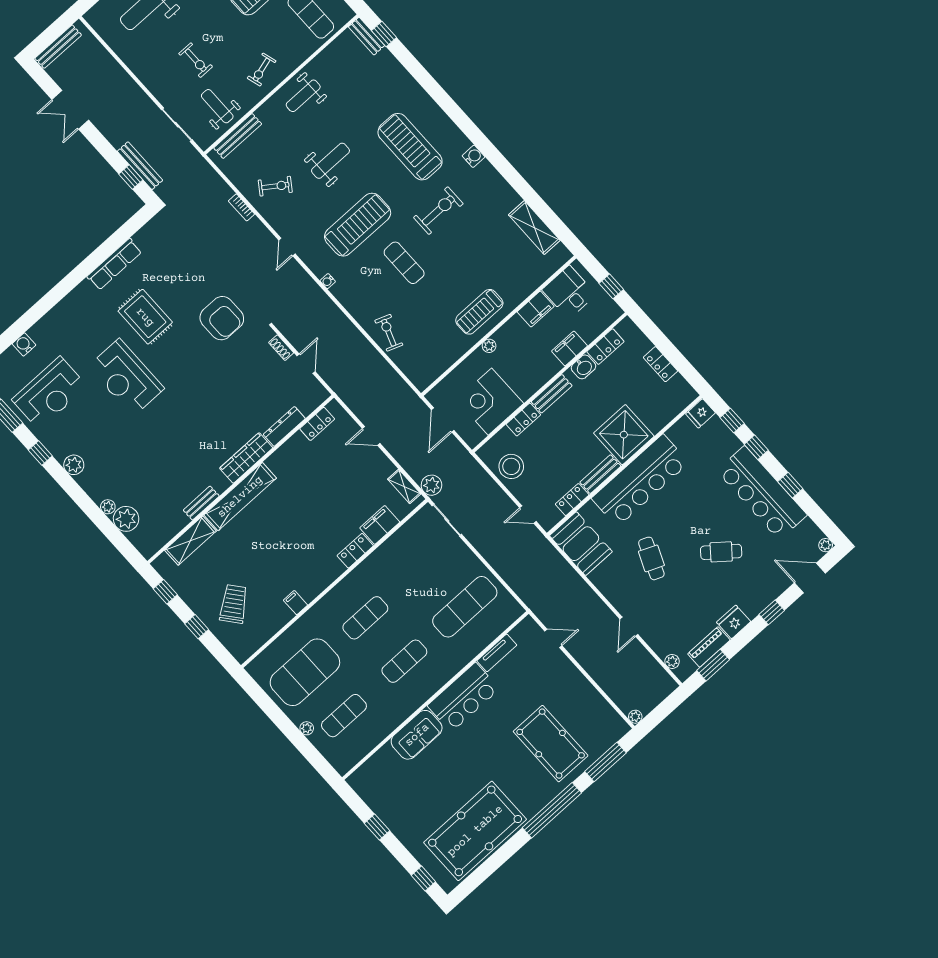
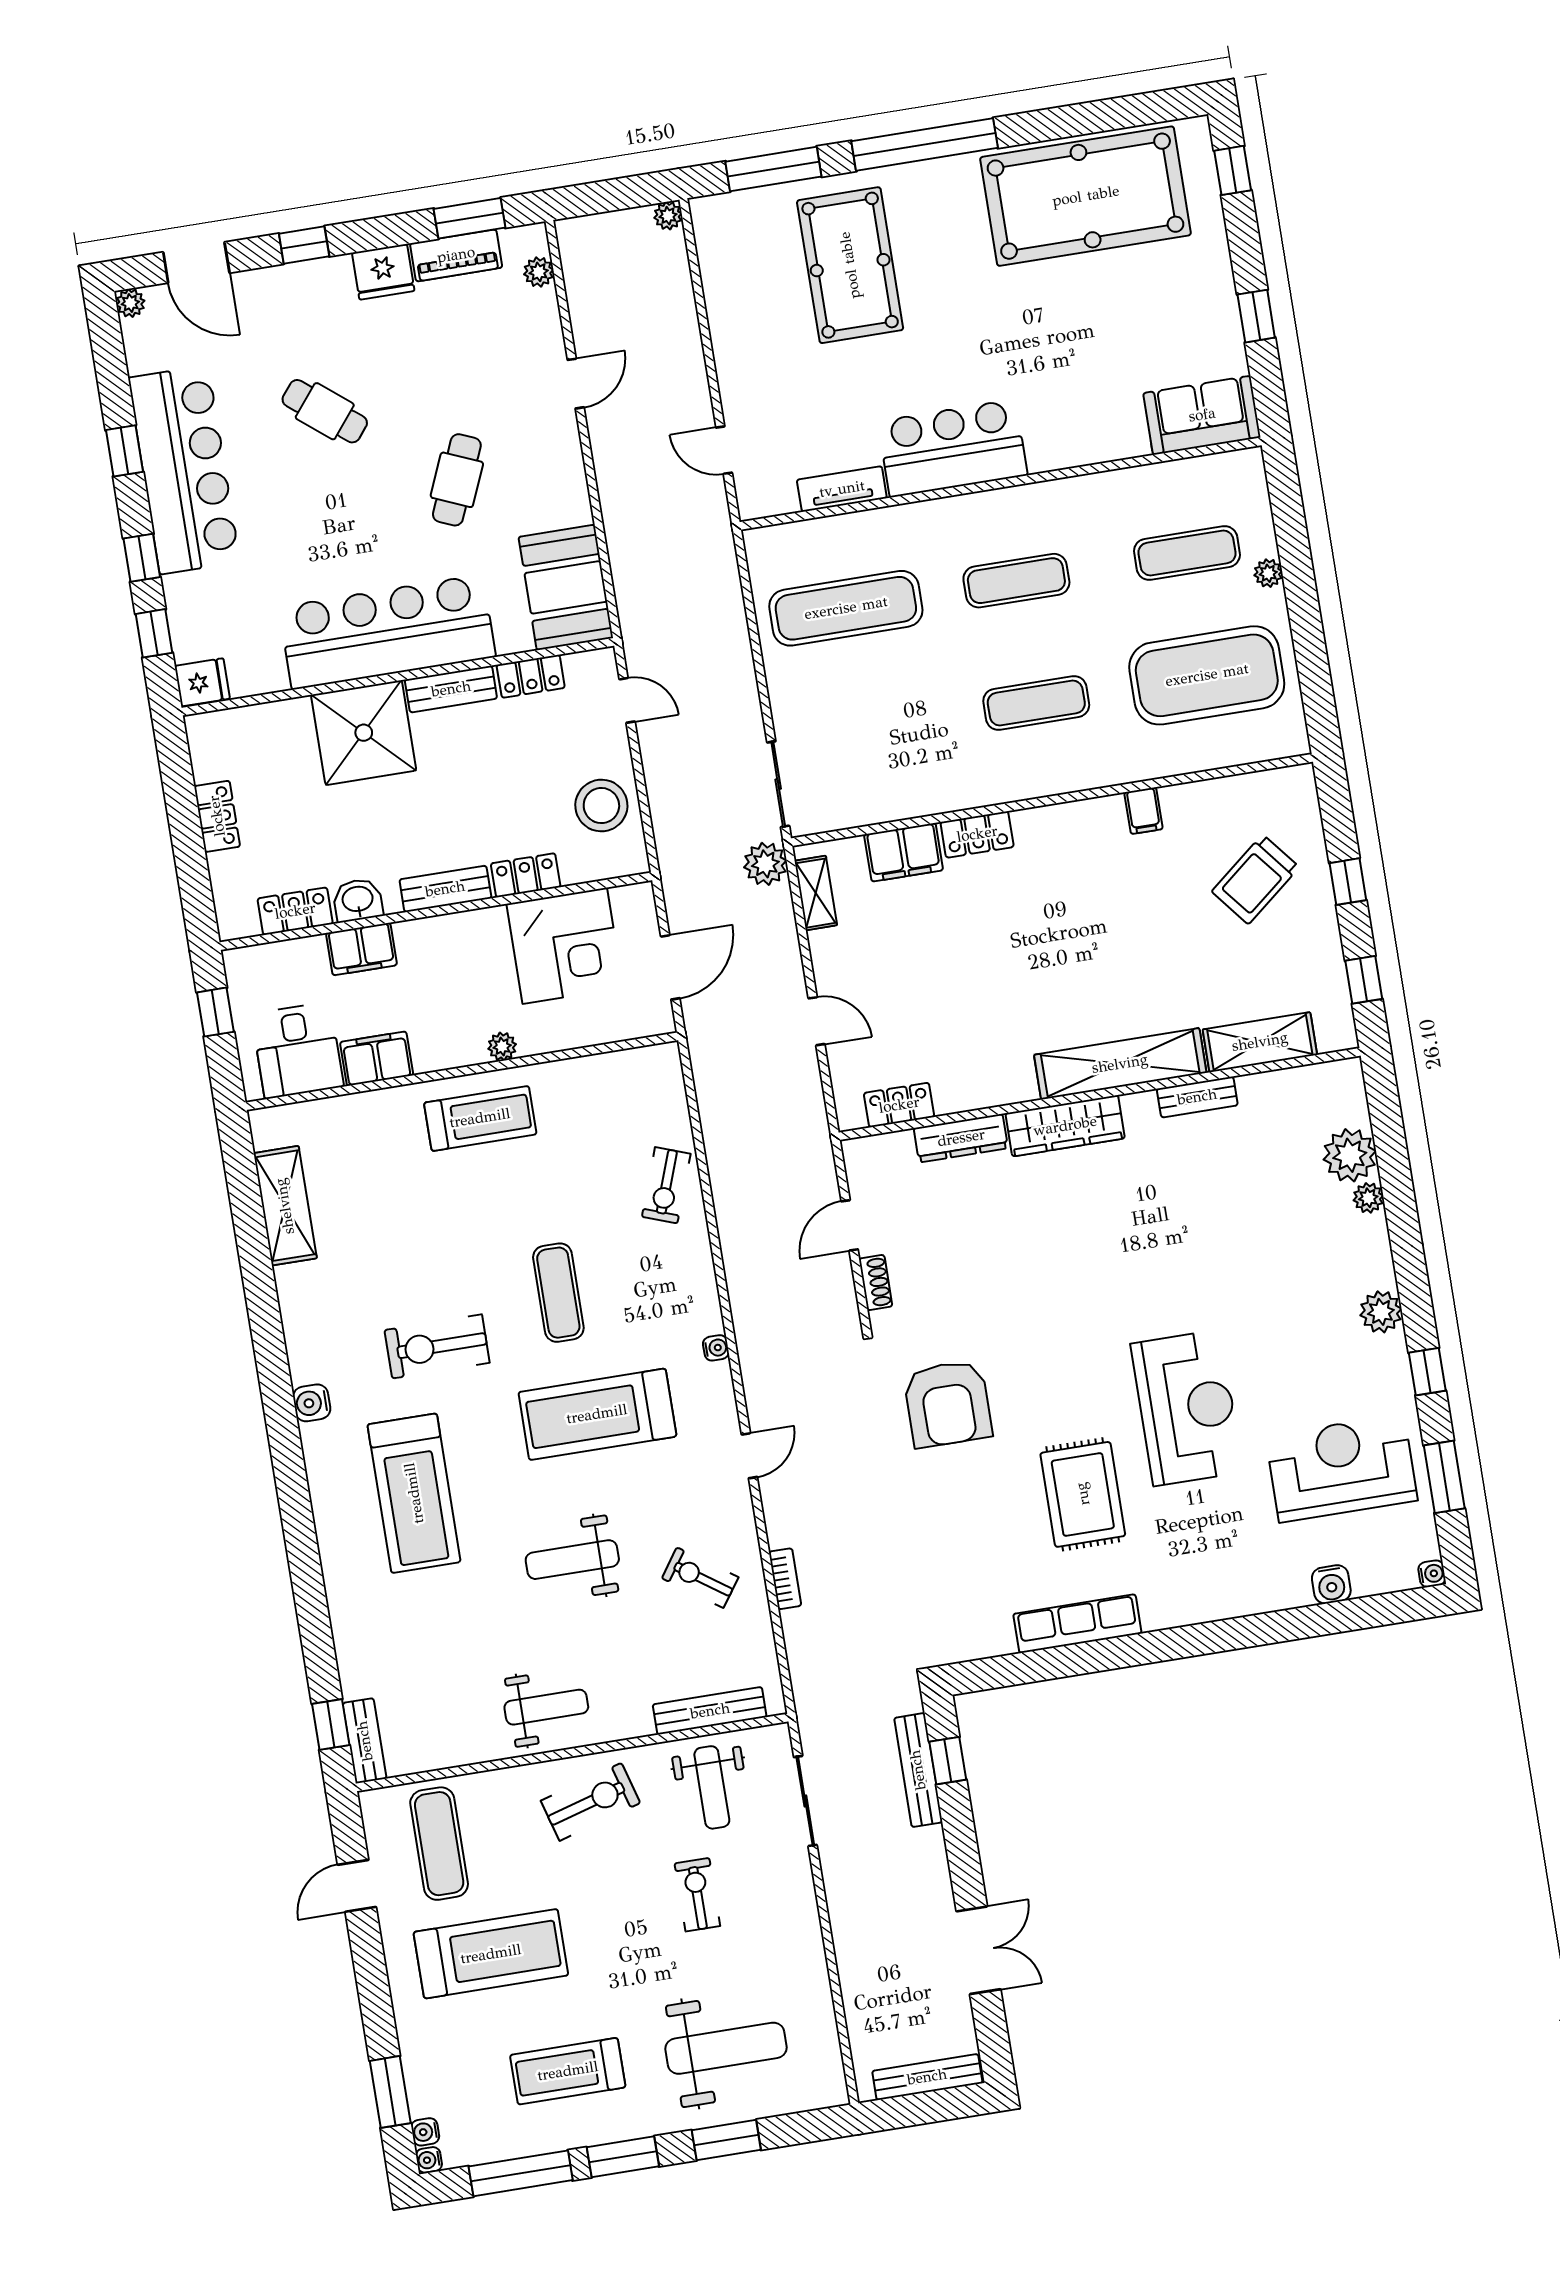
exercise bike: (262, 70) -> (590, 1802), width x1.38, depth x1.39
armchair: (222, 318) -> (948, 1404), turned 180
sofa: (417, 735) -> (1202, 415), moved

